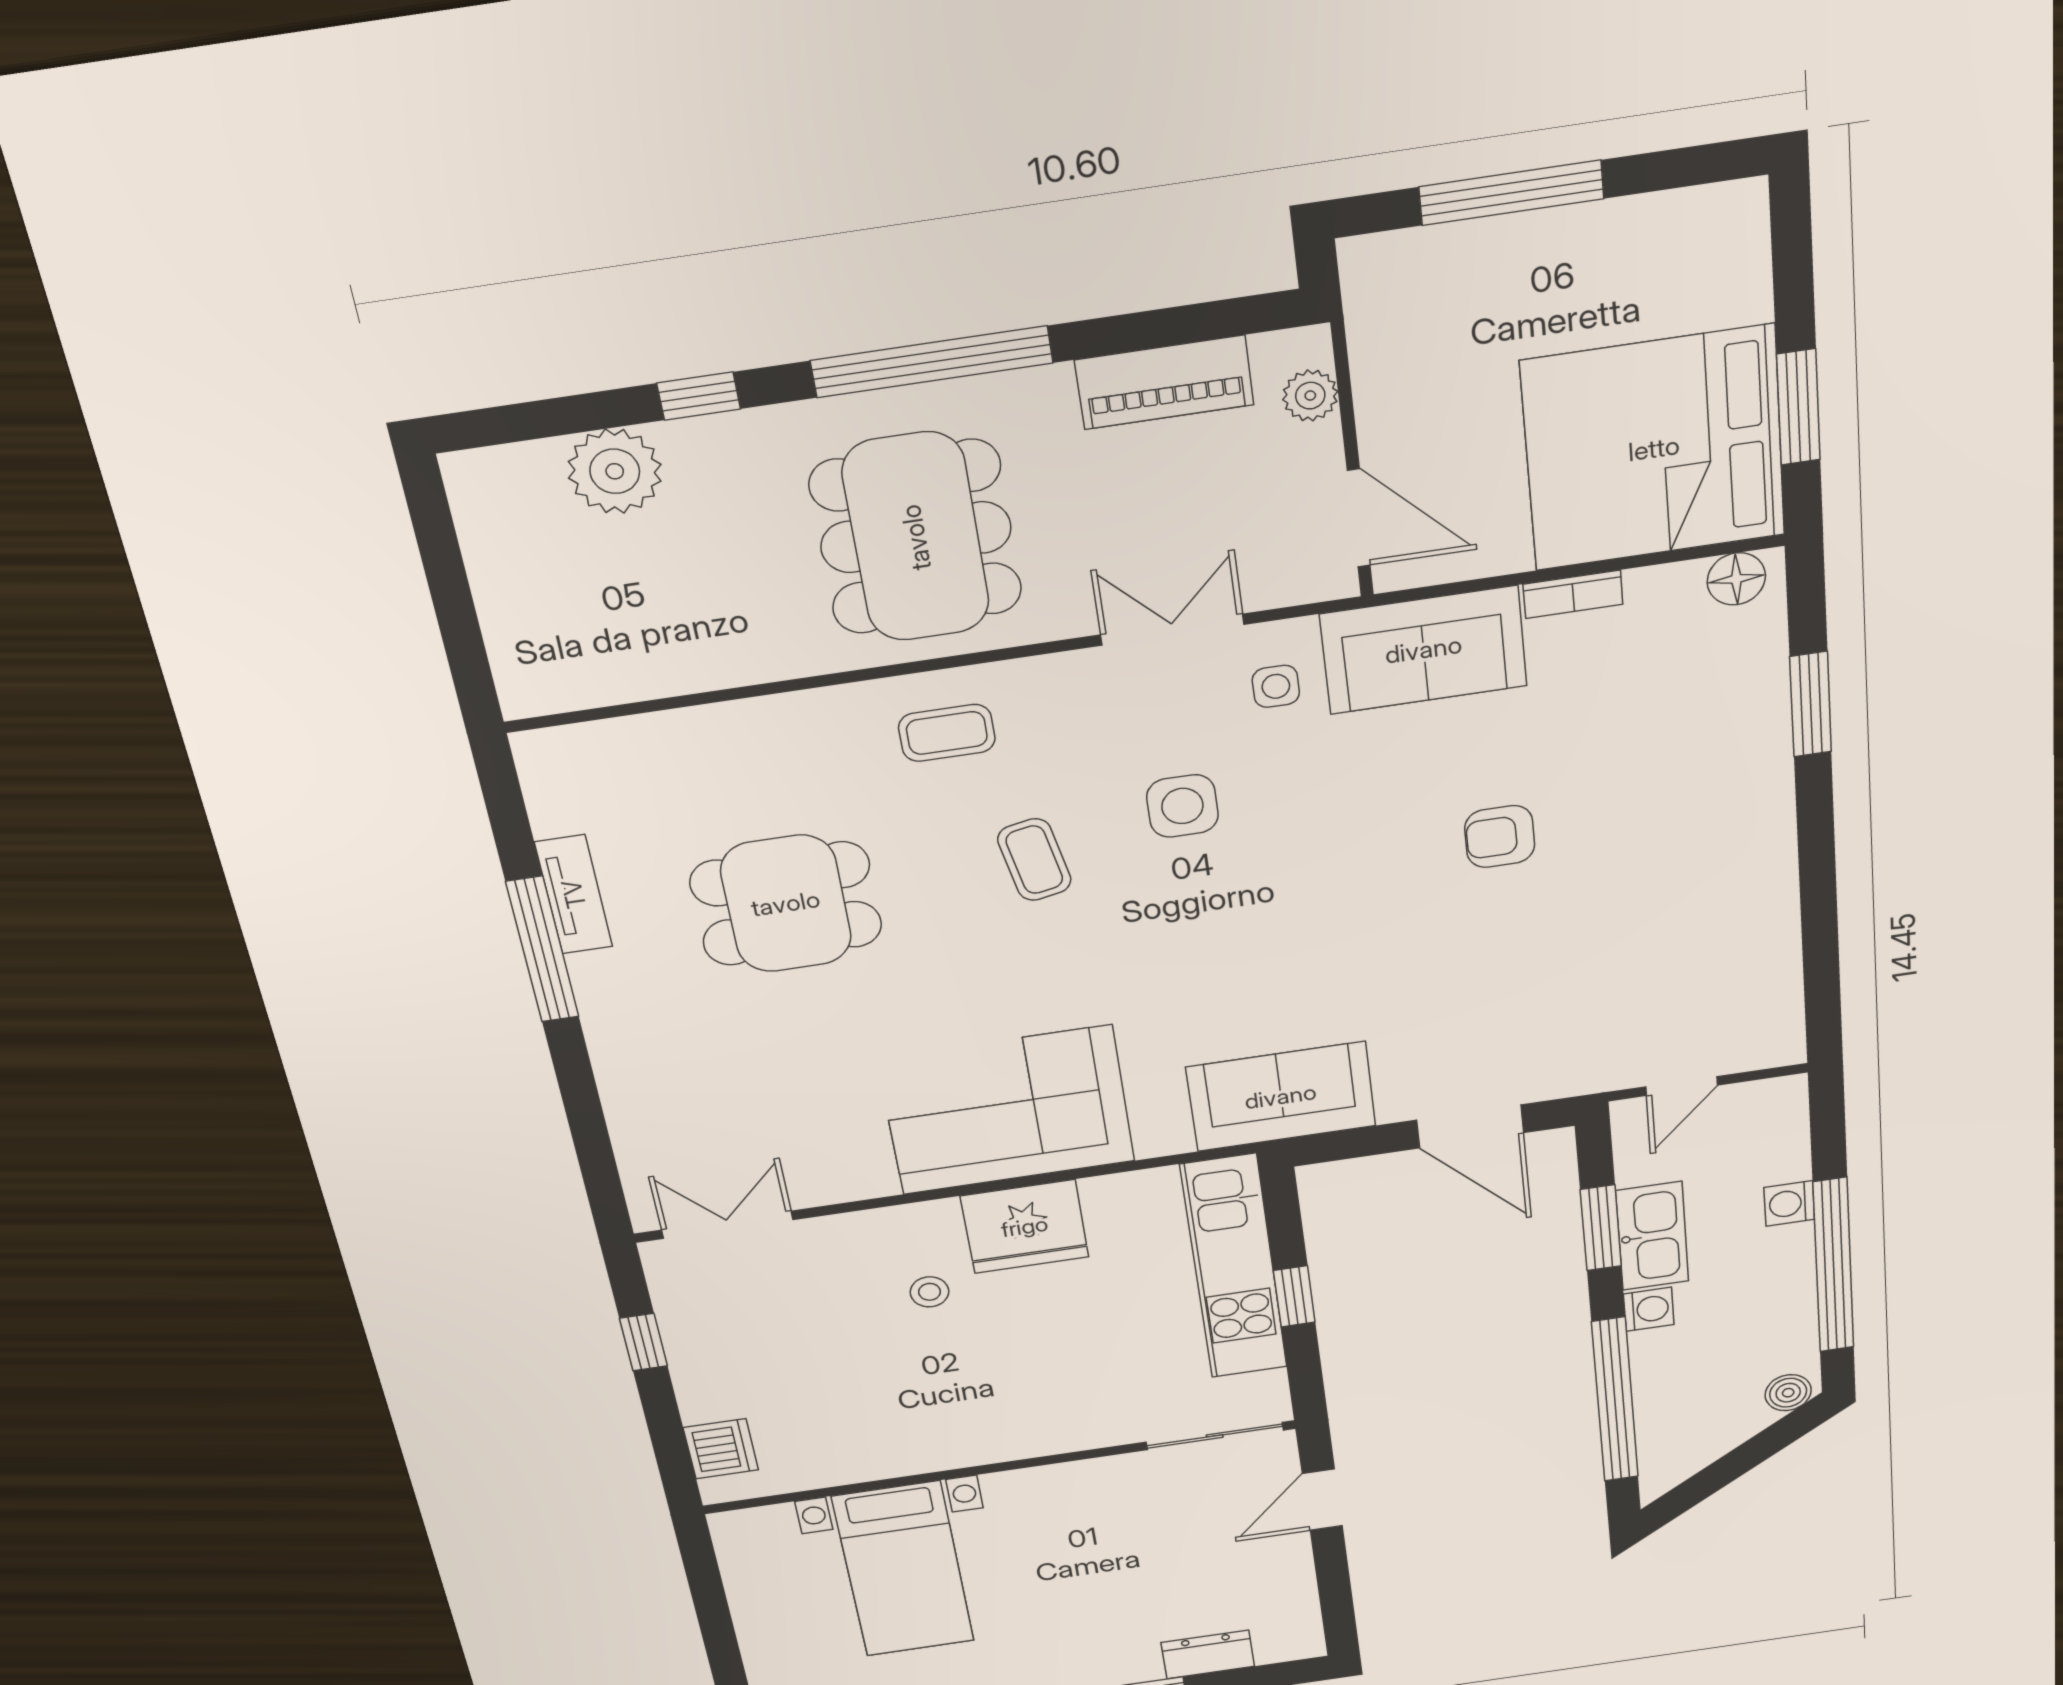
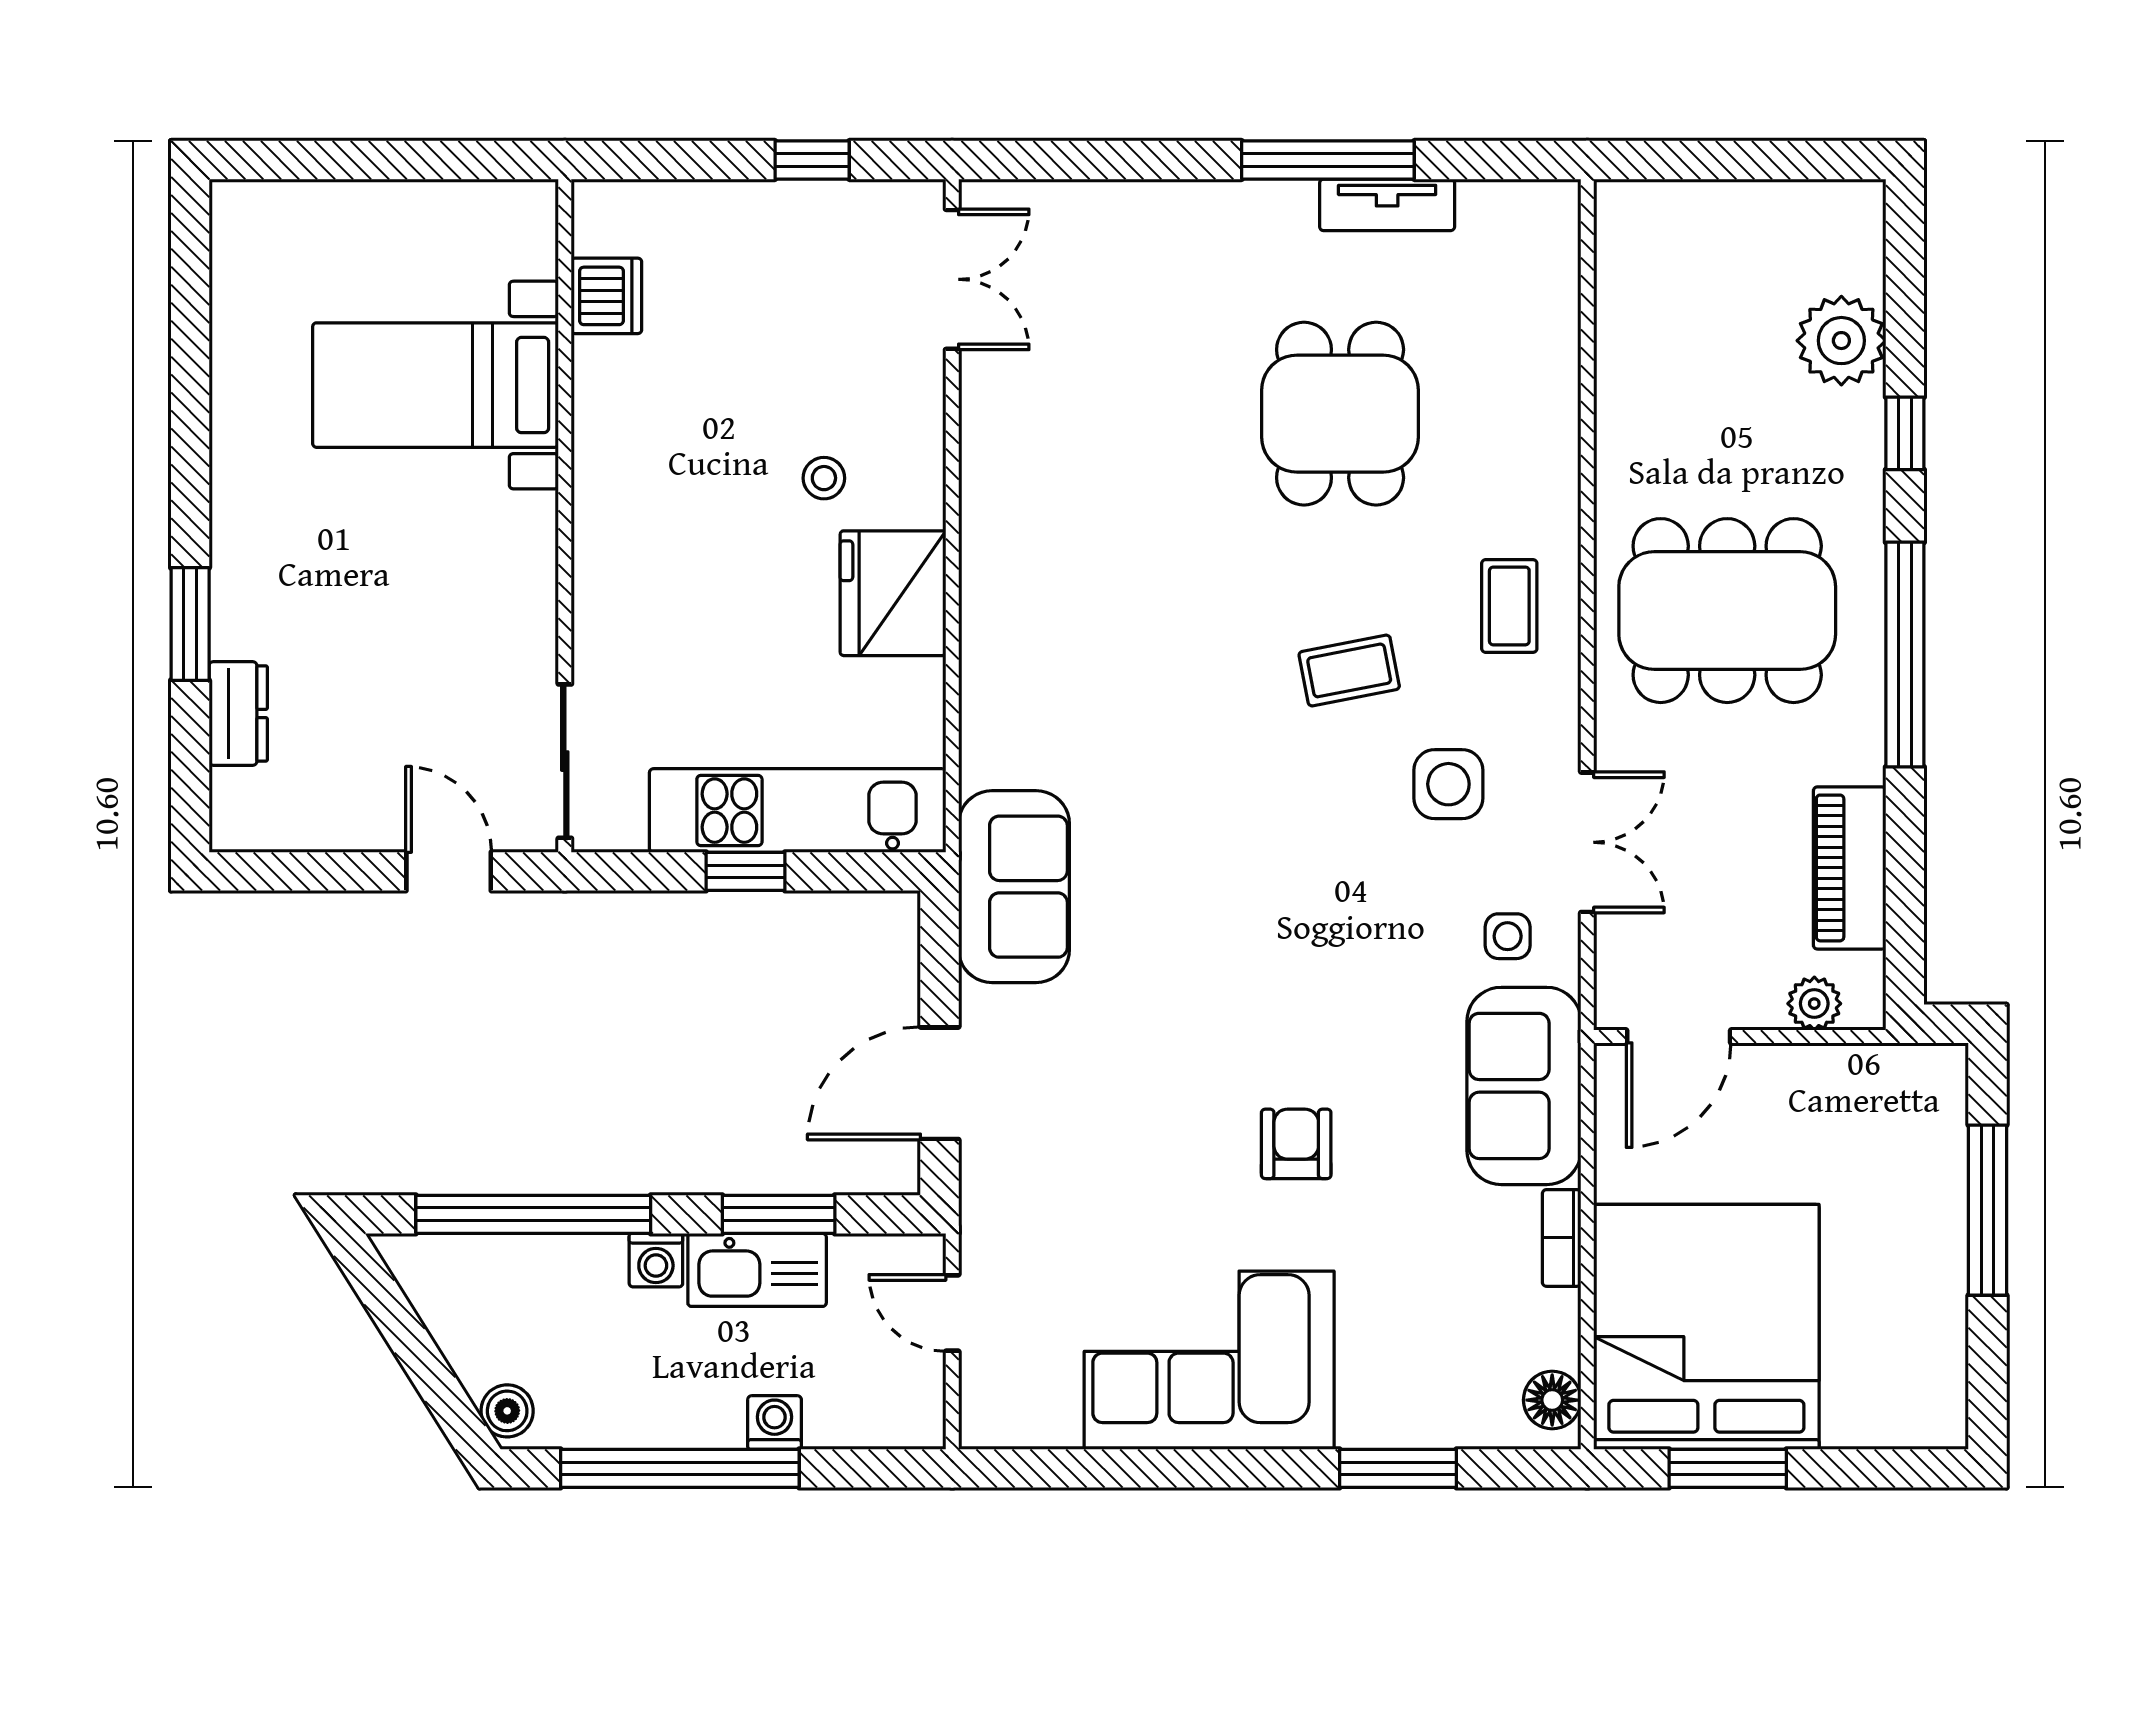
side table: (1182, 806) -> (1448, 784), moved
corner sofa: (1007, 1110) -> (1209, 1360), moved, turned -90
dishwasher: (721, 1449) -> (606, 296), moved, turned -90

